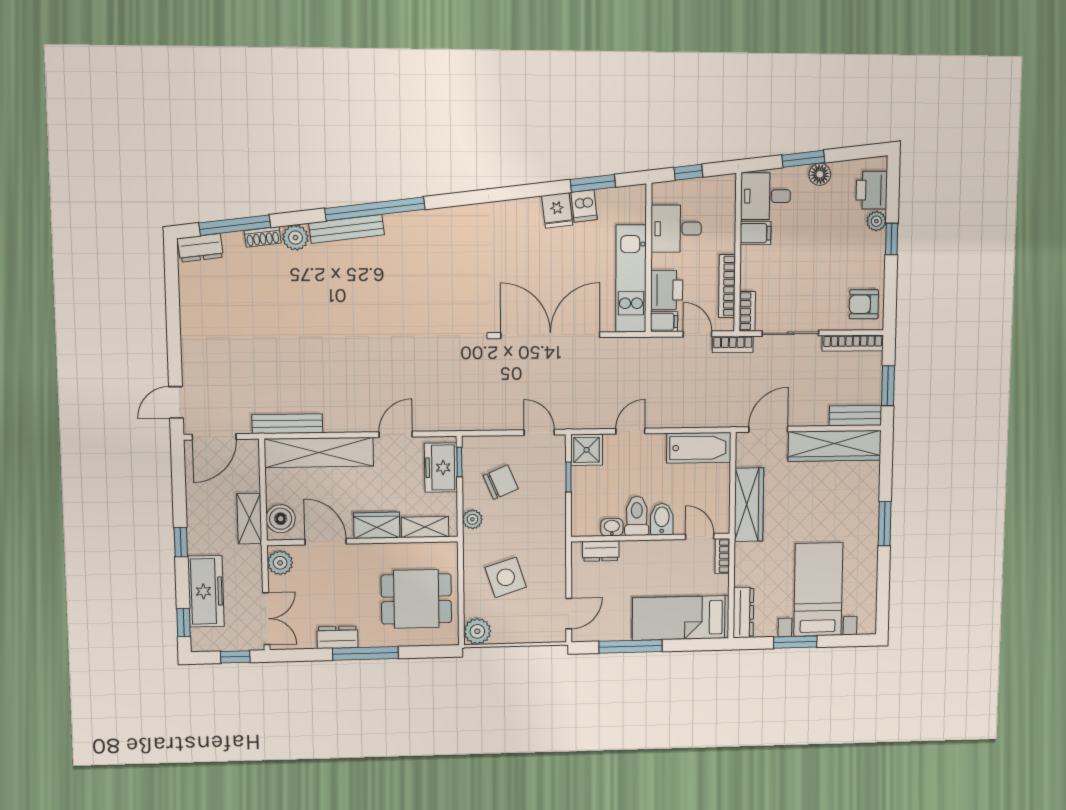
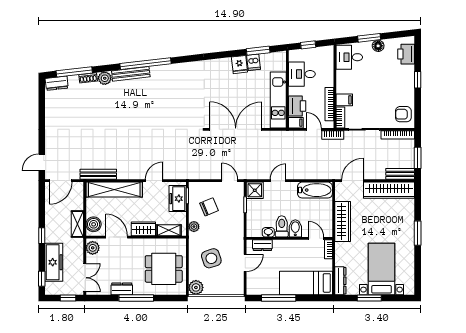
plant: (876, 221) -> (409, 70), removed
filing cabinet: (756, 233) -> (344, 100), moved
door: (569, 614) -> (245, 263), moved

